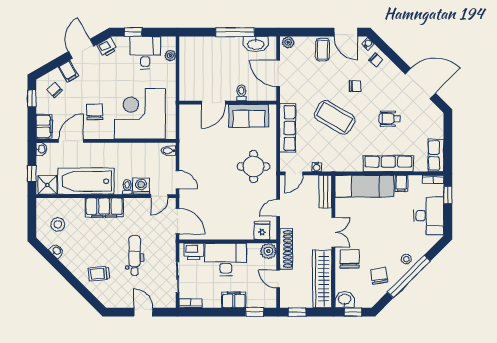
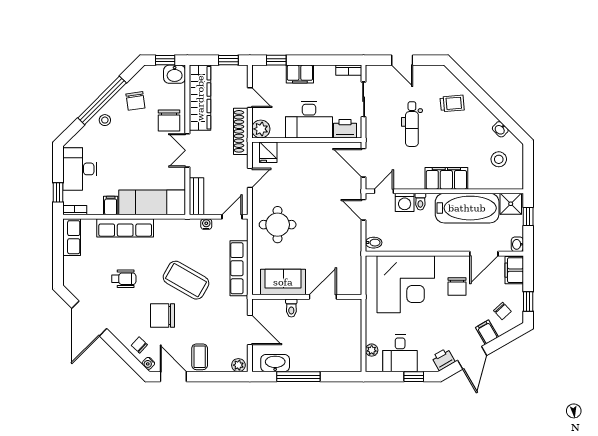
door: (420, 84) -> (89, 318), hinge flipped
chair: (355, 86) -> (163, 315), width x1.87, depth x1.87

